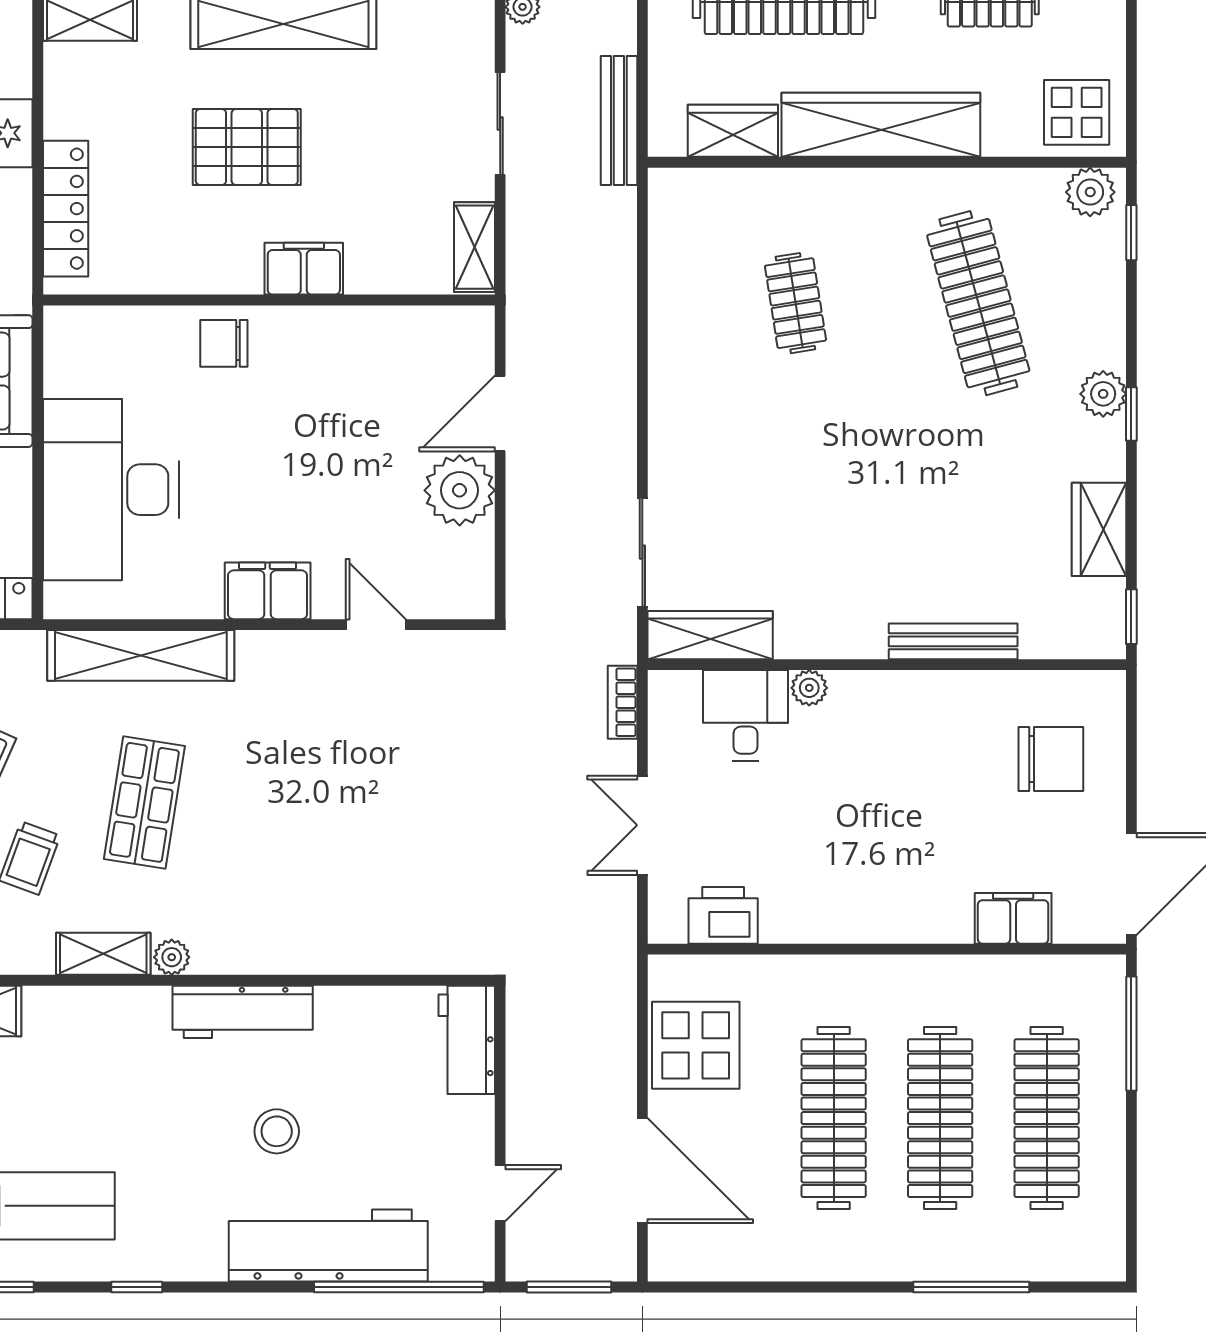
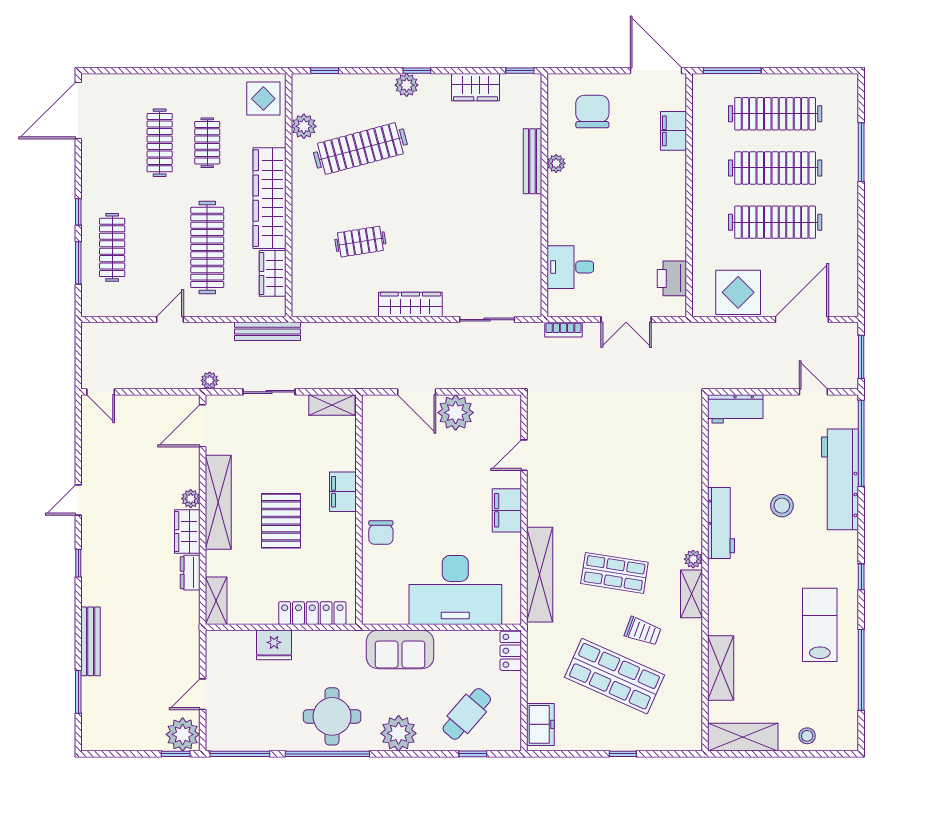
plant: (1090, 192) -> (304, 126), moved
wardrobe: (710, 635) -> (410, 304), moved, turned 90
plant: (809, 688) -> (556, 163), moved

